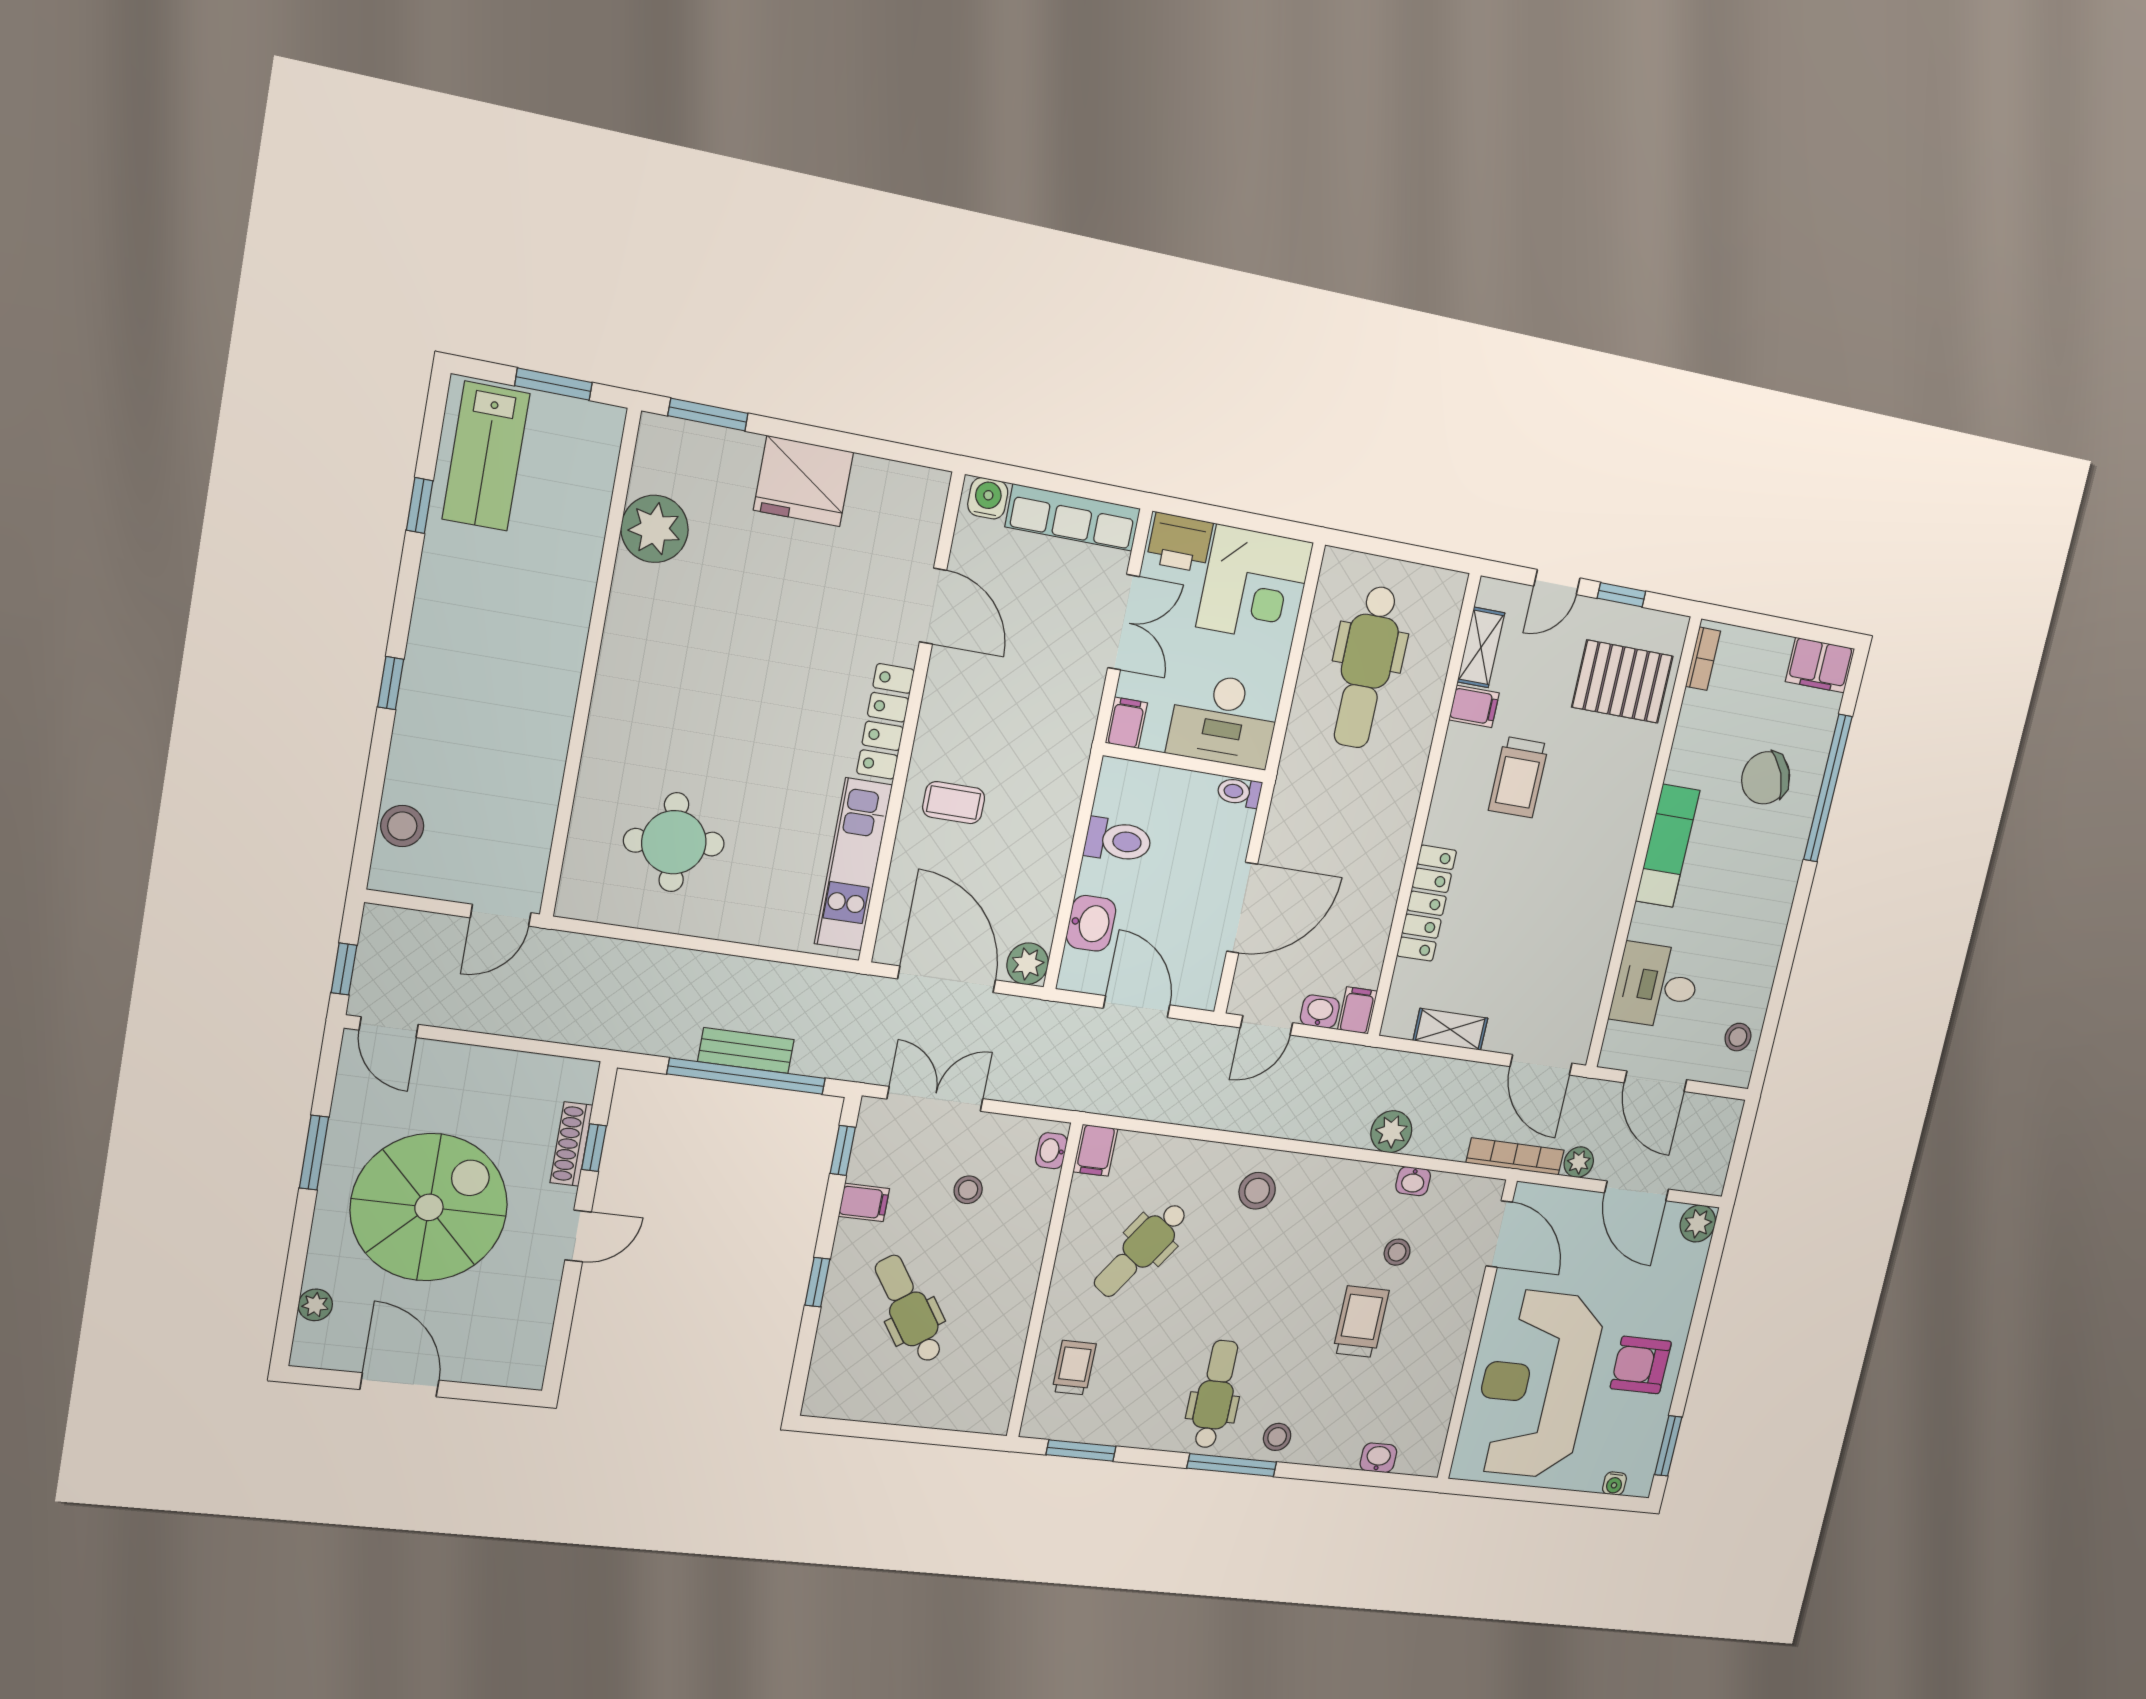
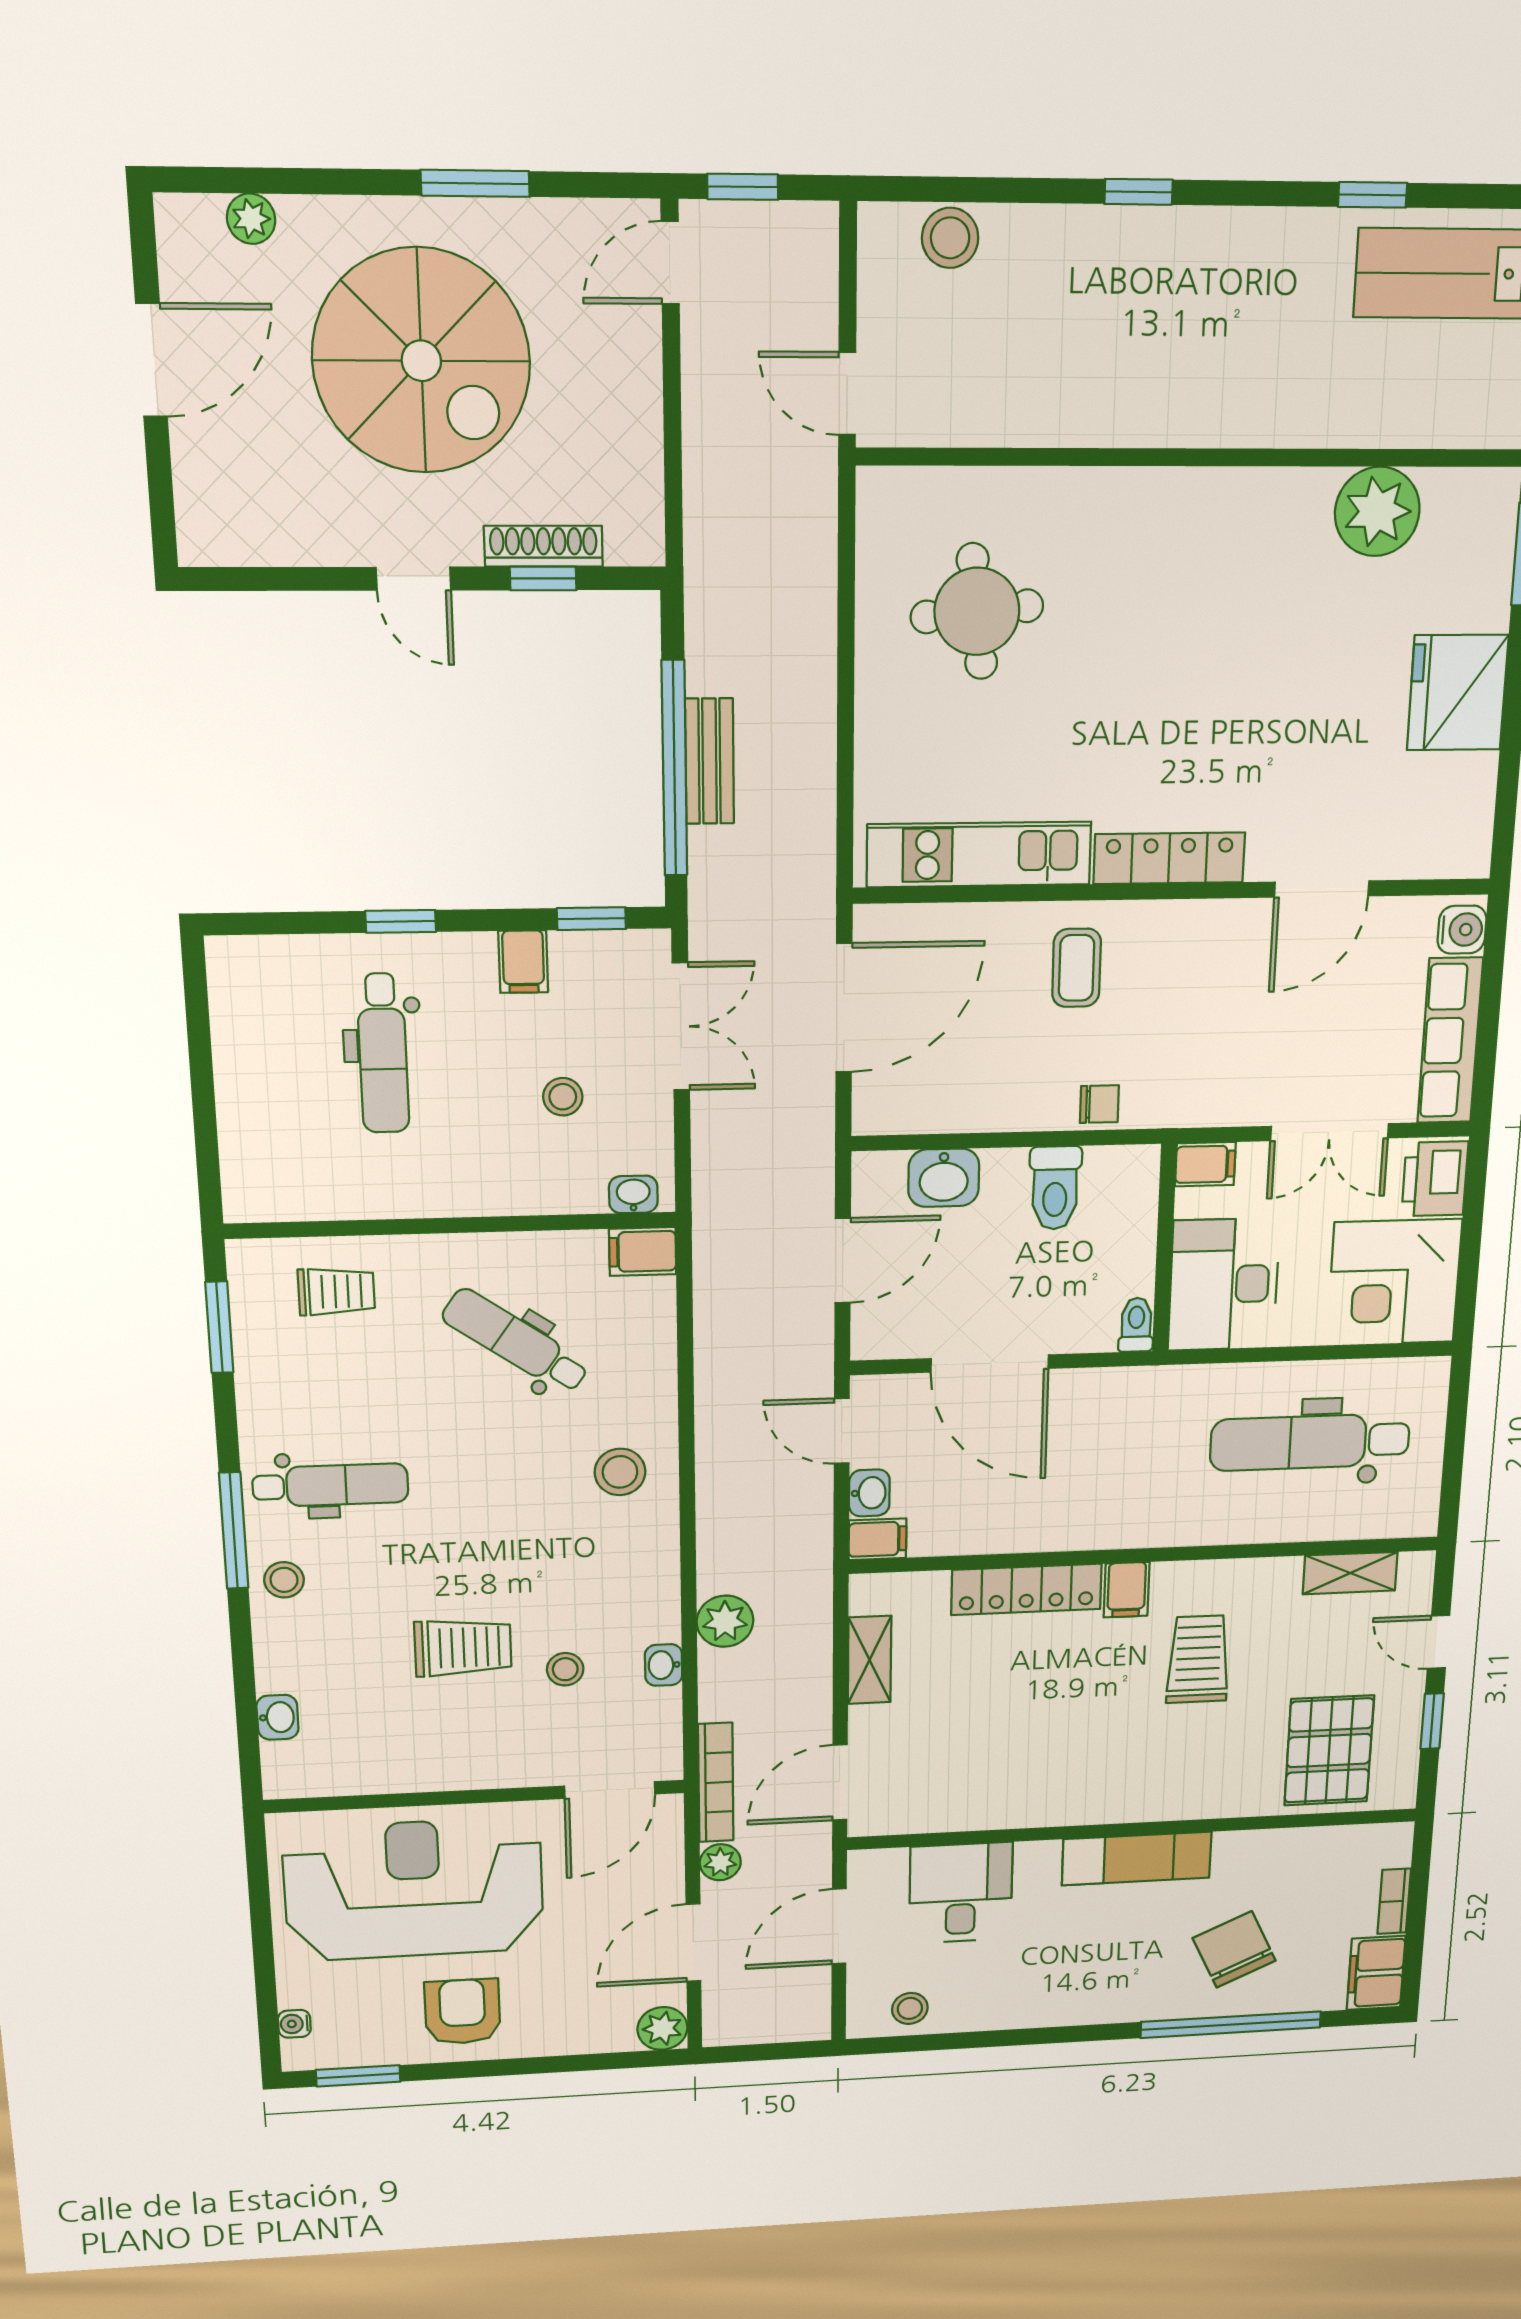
bookcase: (1703, 659) -> (1394, 1901), moved, turned 90
filing cabinet: (1474, 706) -> (1127, 1590), moved
trolley: (1519, 777) -> (1198, 1659), turned 90
chair: (1061, 799) -> (1099, 1104), added
plant: (1028, 964) -> (879, 1108), removed
dental chair: (909, 1309) -> (383, 1053), turned 125

